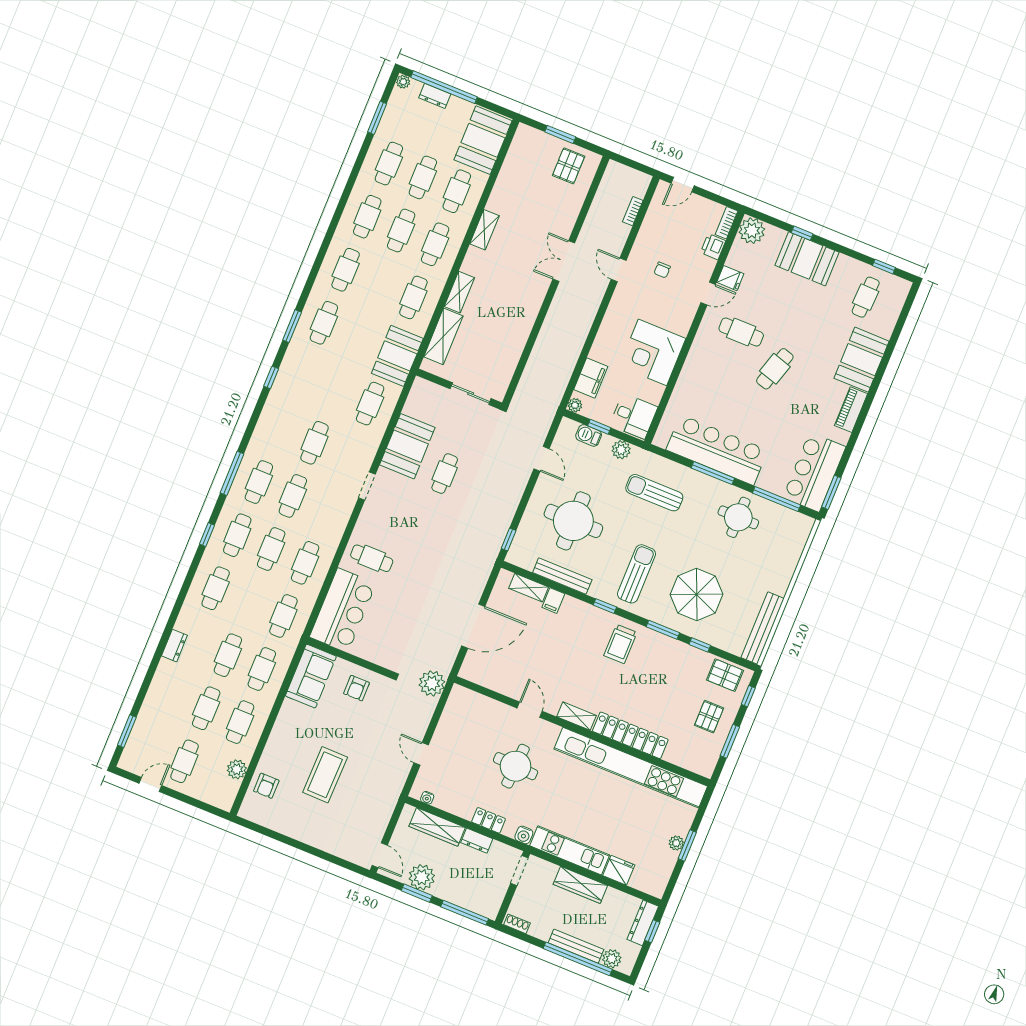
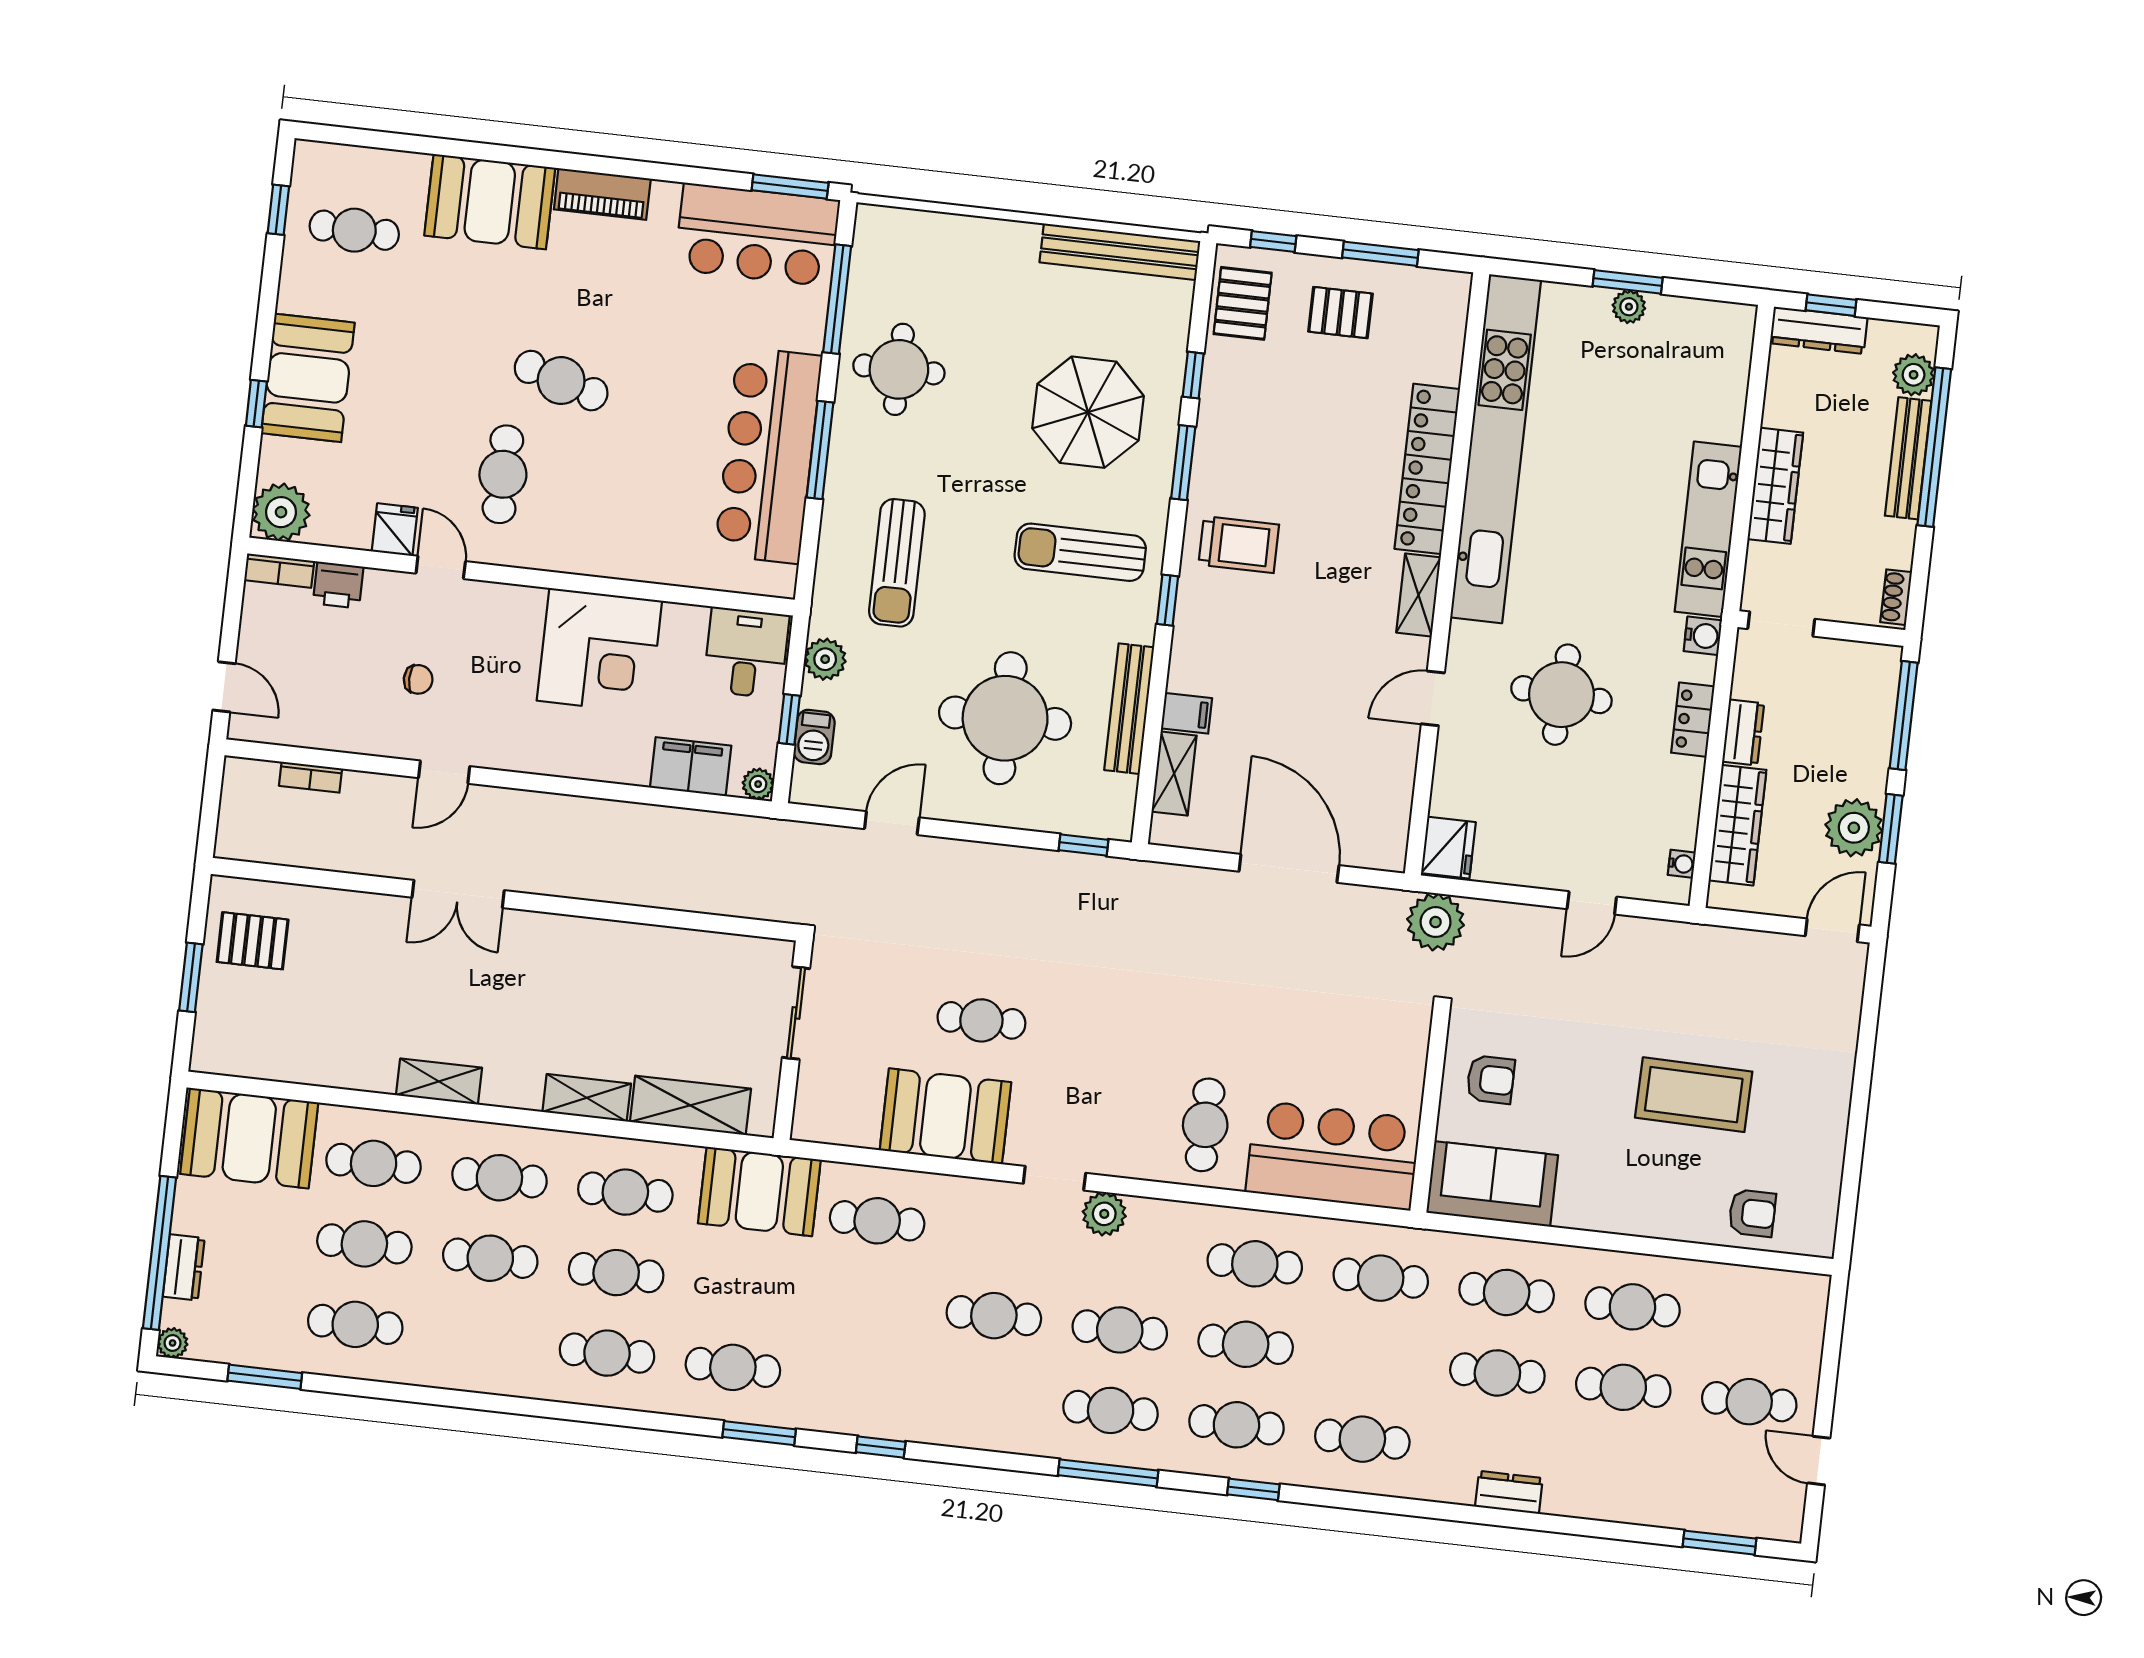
cafe table: (367, 217) -> (616, 1273), moved
plant: (237, 769) -> (1104, 1214), moved
fridge: (619, 870) -> (1448, 848), moved, turned 180

